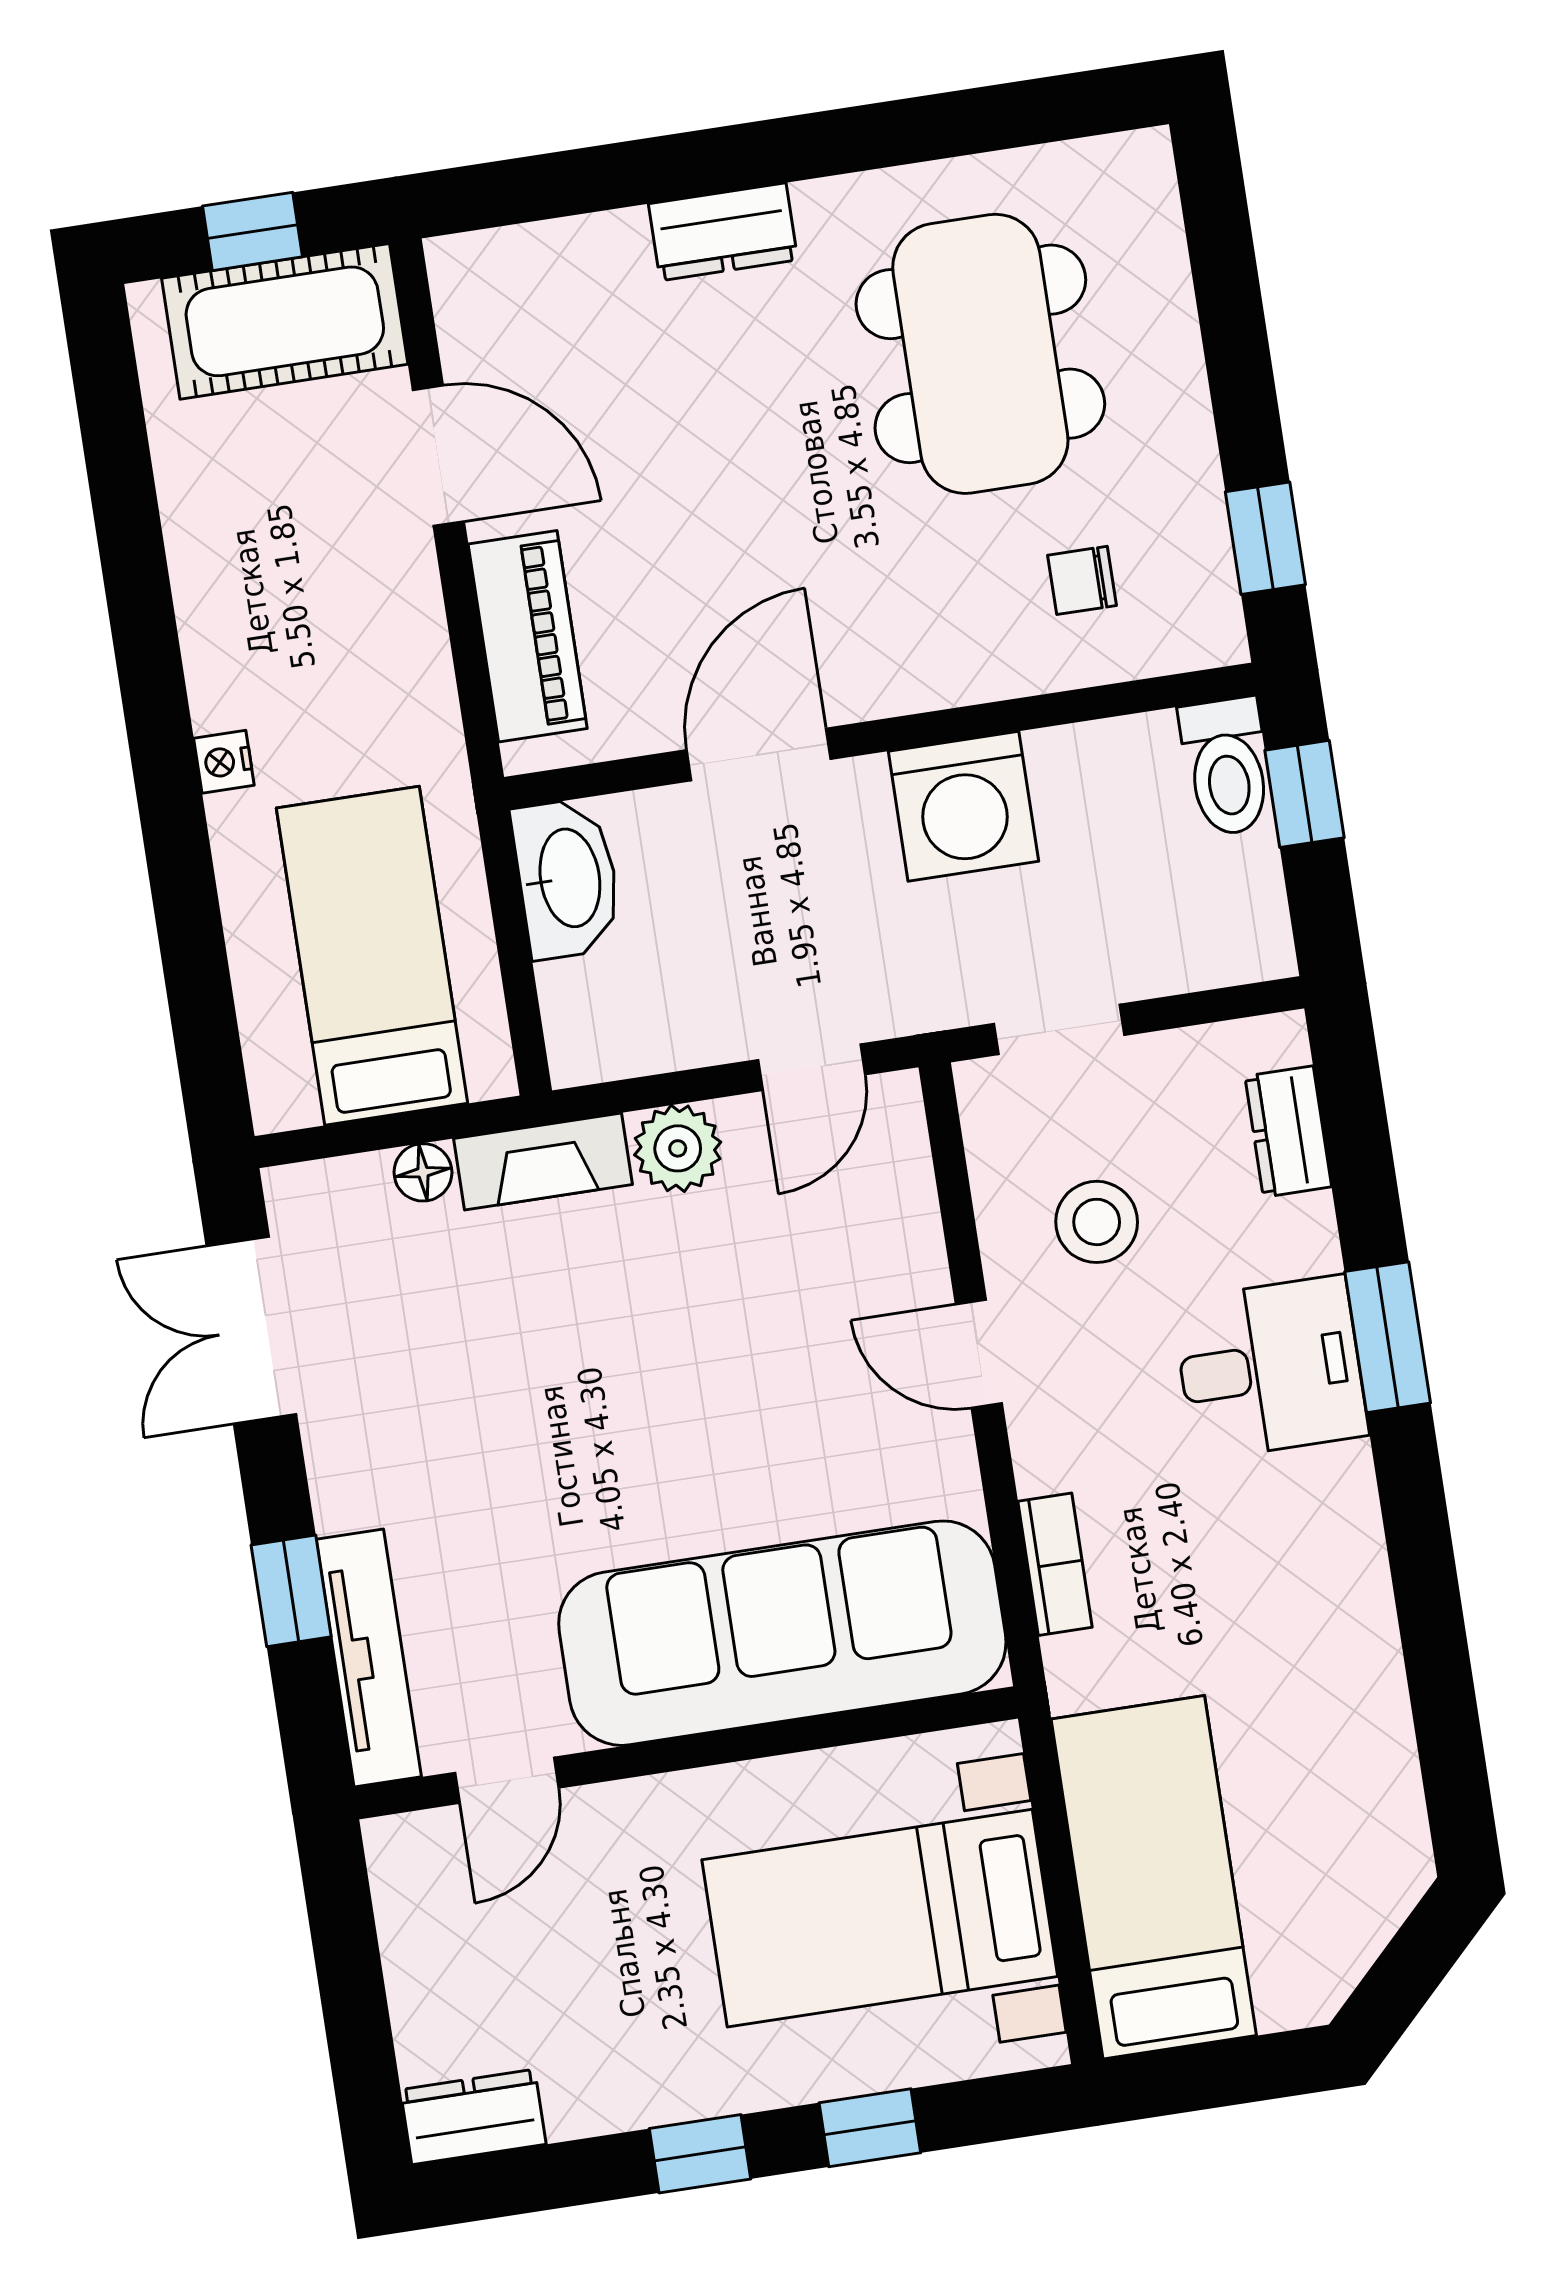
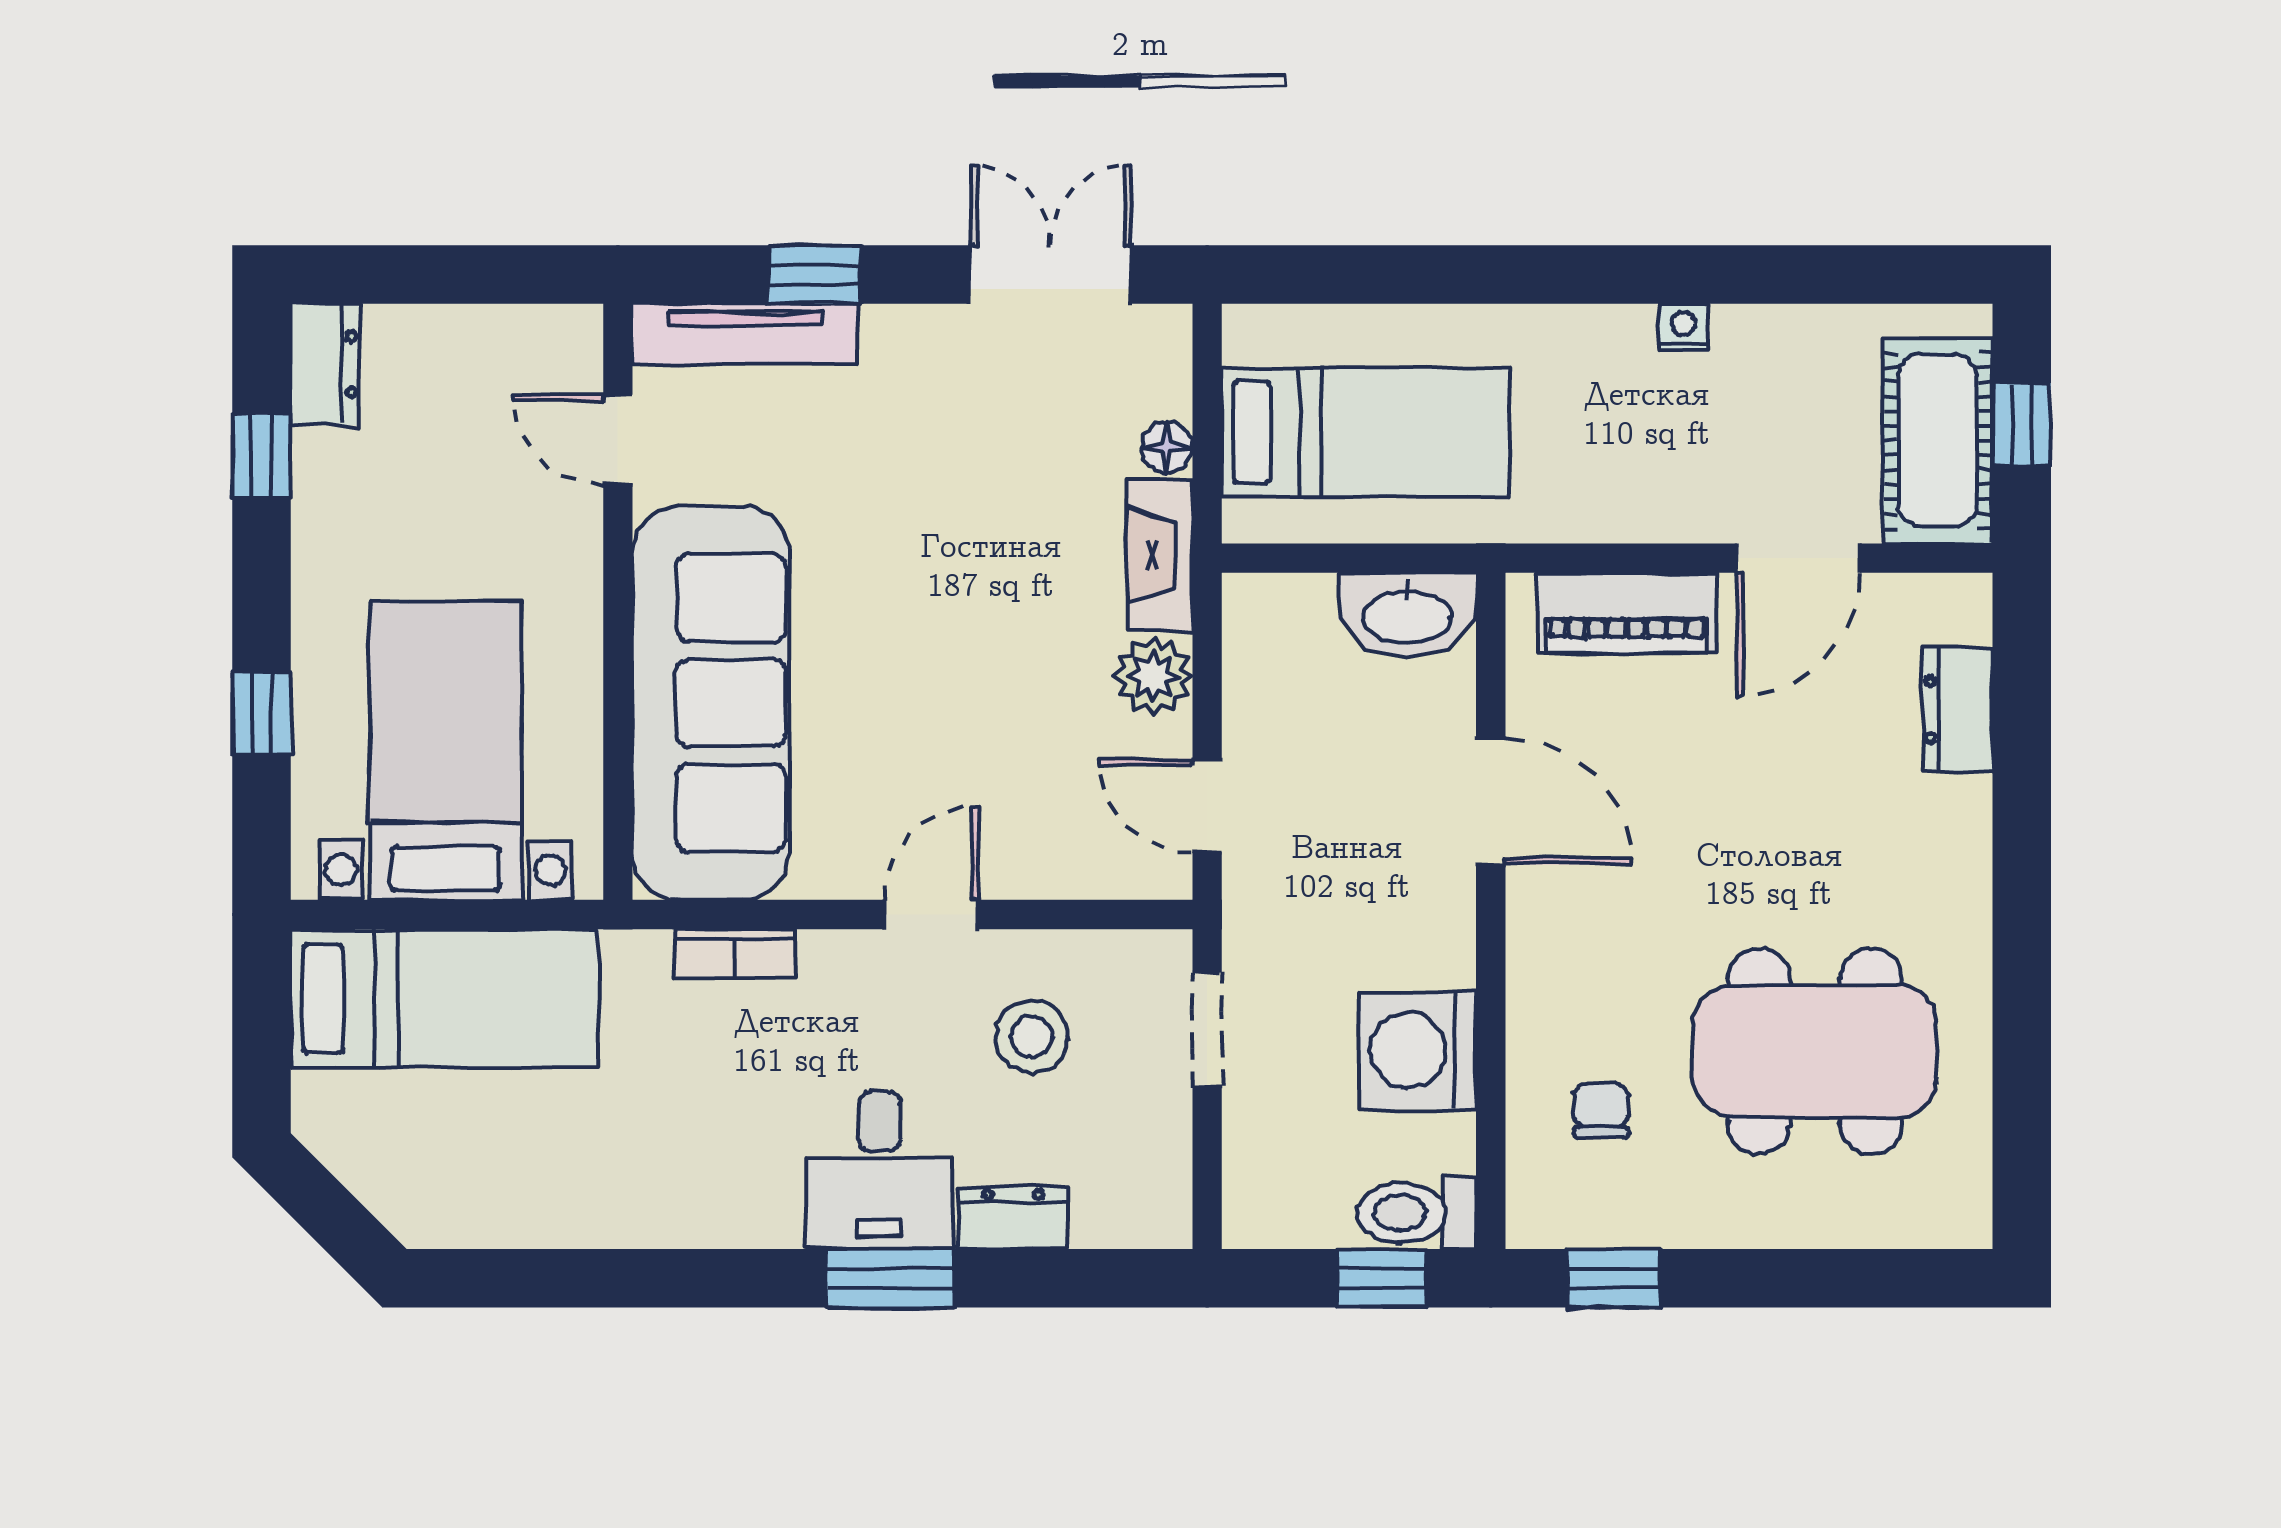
dresser: (723, 232) -> (1958, 710), moved
nightstand: (224, 762) -> (1684, 327), moved
washing machine: (963, 806) -> (1417, 1050), moved
dresser: (1288, 1131) -> (1013, 1218), moved
window: (700, 2154) -> (262, 455), moved

